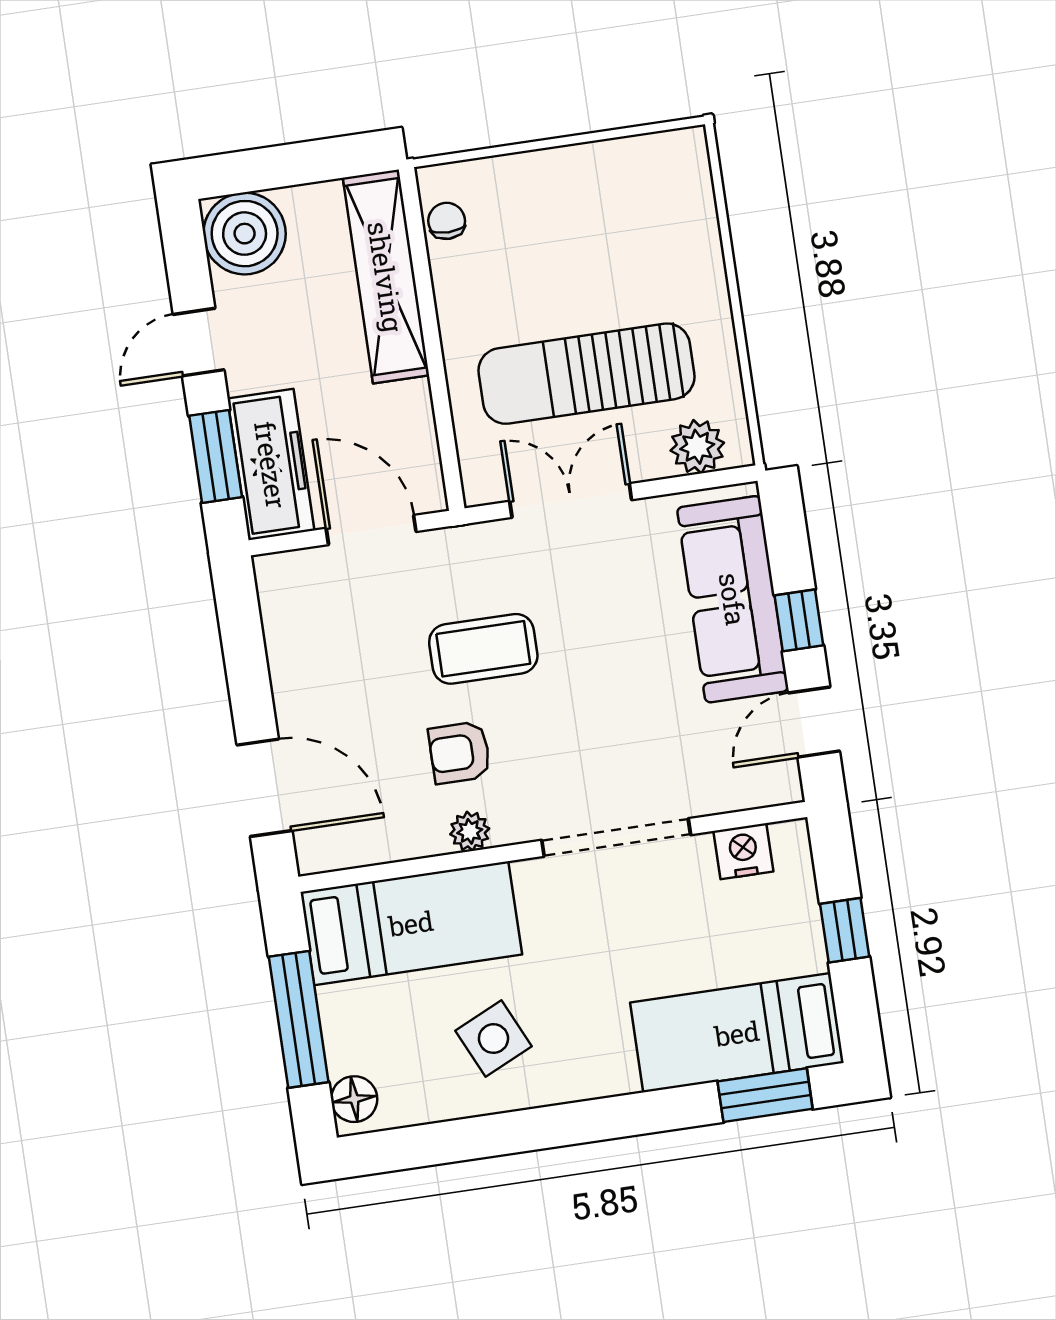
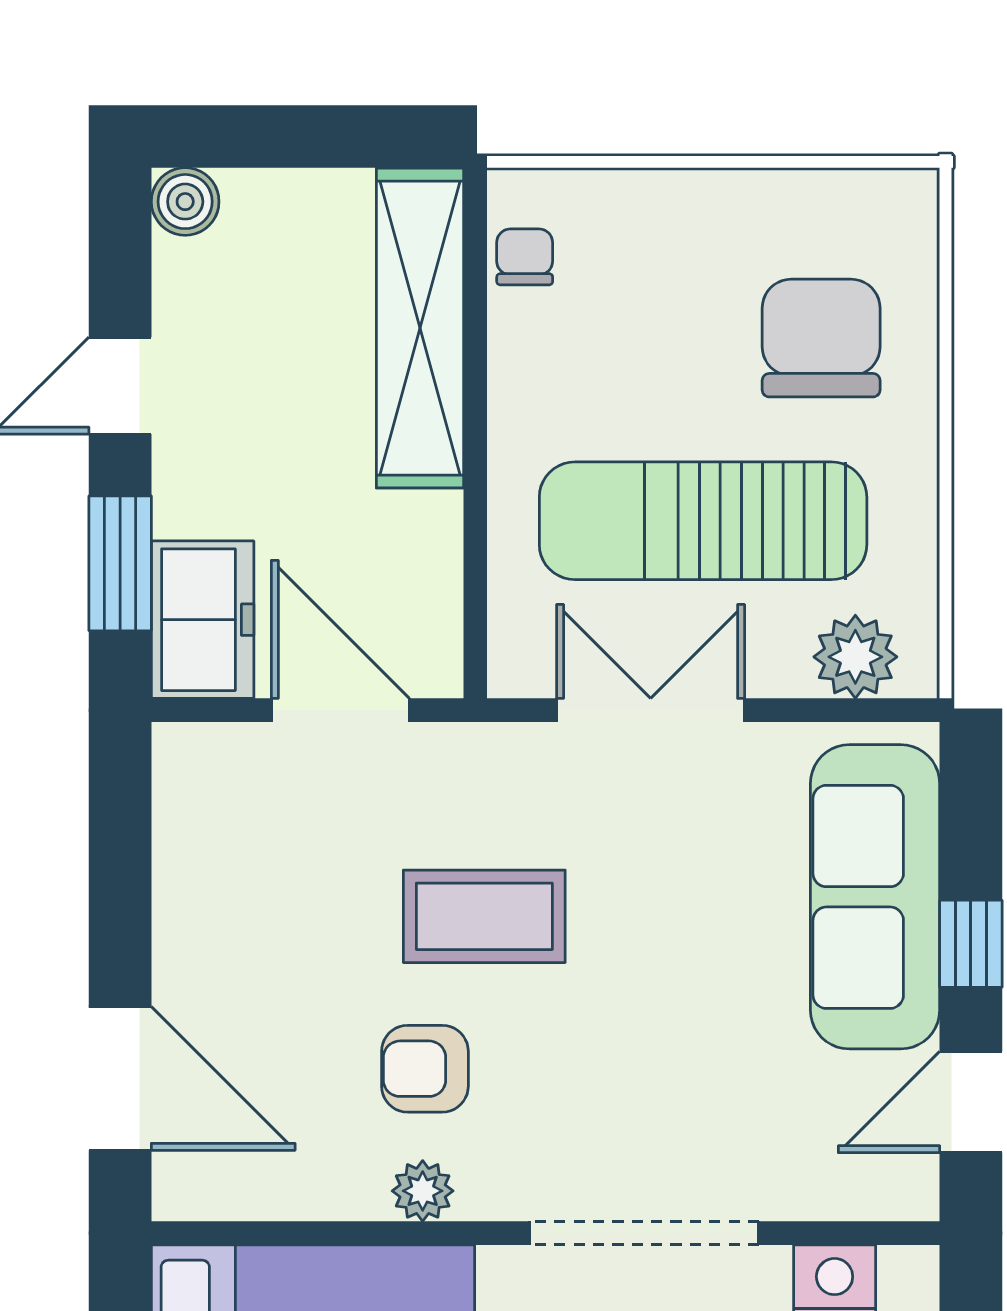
boiler: (245, 234) -> (185, 202), width x0.54, depth x0.54
chair: (645, 245) -> (821, 338), added
freezer: (271, 465) -> (203, 620), width x0.71

